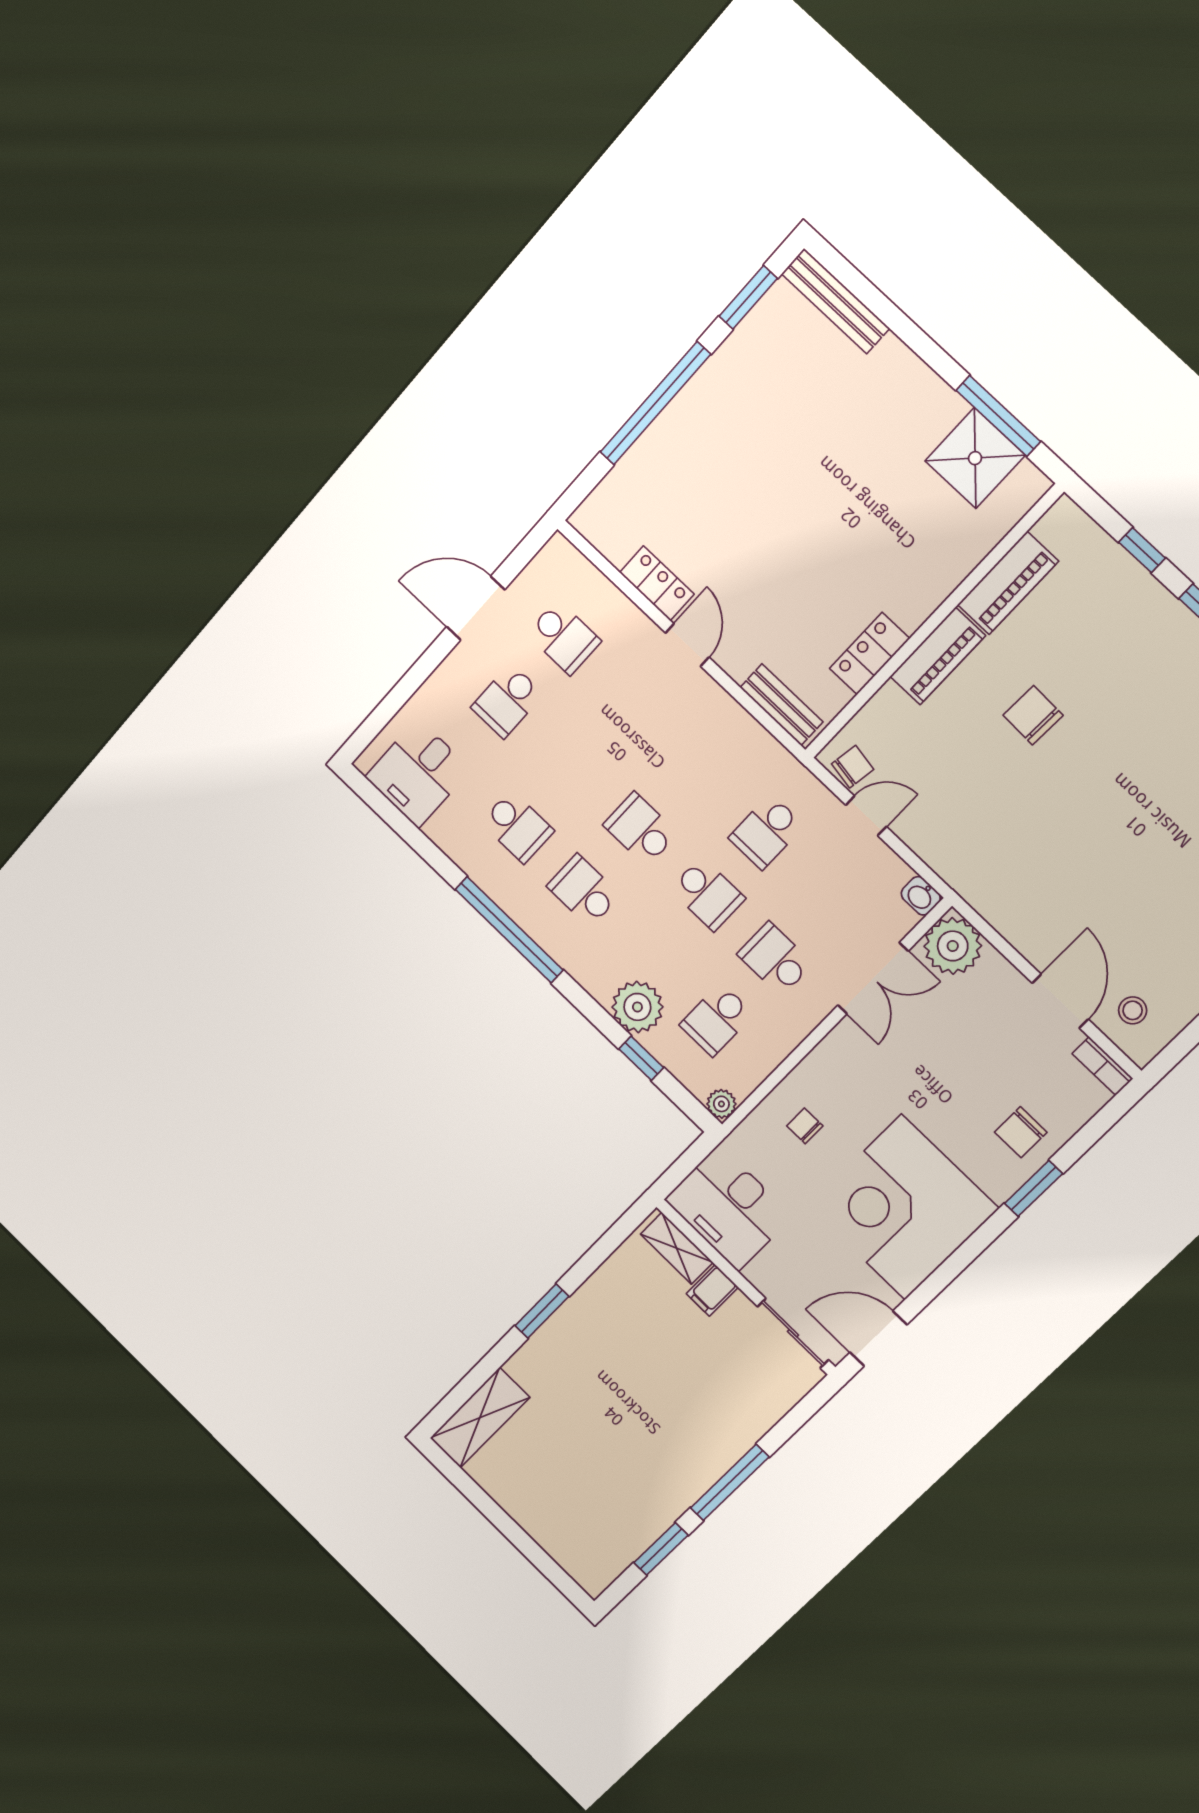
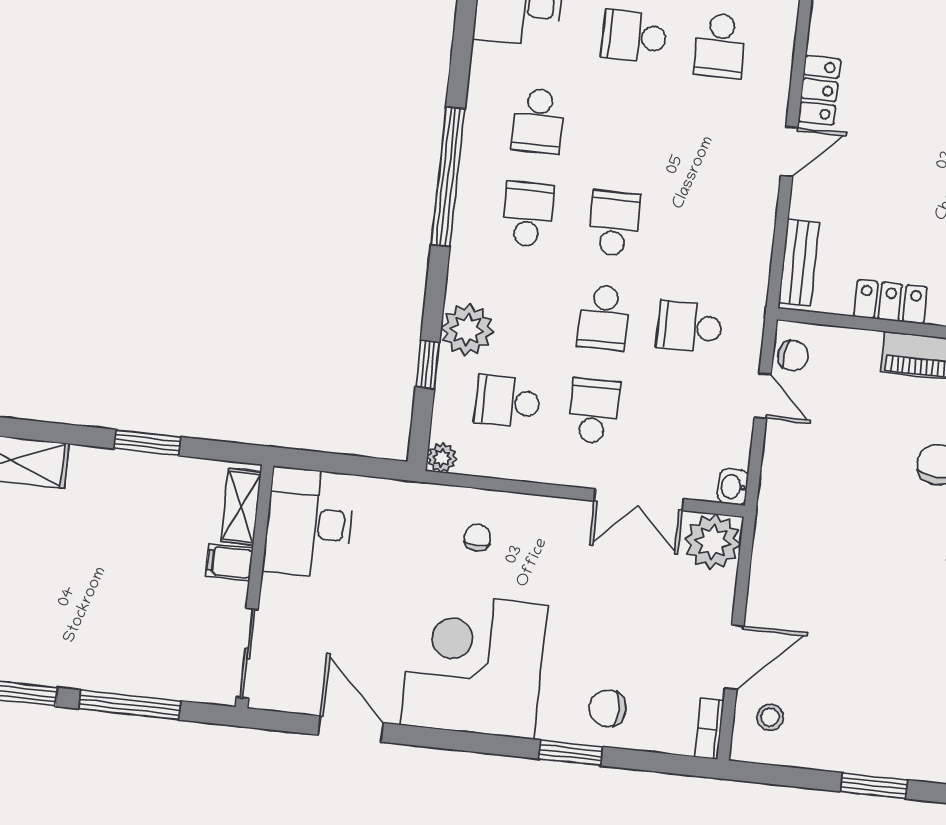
desk: (728, 1208) -> (309, 523), moved
shelving: (677, 1248) -> (241, 507), moved
wall: (746, 1287) -> (255, 586), moved
filing cabinet: (712, 1290) -> (229, 562), moved
sliding door: (793, 1333) -> (247, 653), moved

